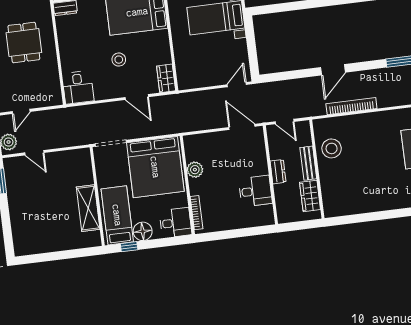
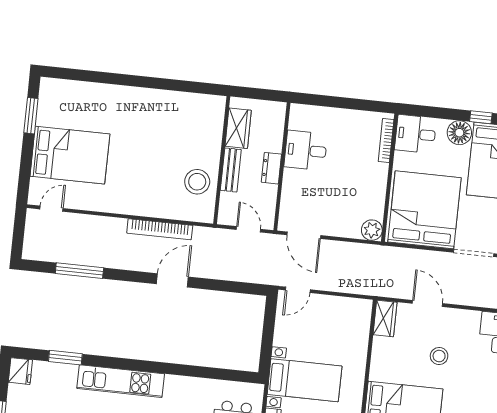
plant: (195, 170) -> (372, 230), moved

